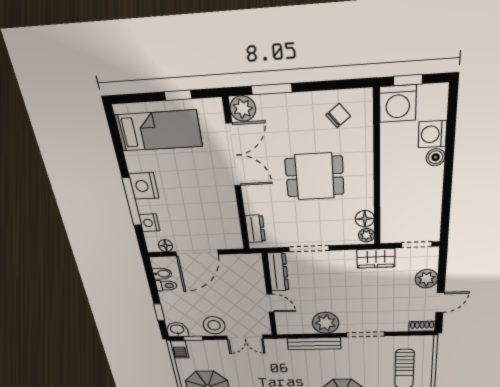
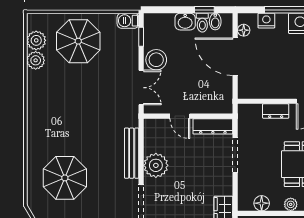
dresser: (255, 229) -> (276, 111), moved
plant: (366, 235) -> (291, 204), moved
door: (270, 303) -> (180, 116), hinge flipped
window: (159, 312) -> (204, 10), moved
washbasin: (177, 330) -> (185, 22), moved, turned 90
double door: (245, 337) -> (141, 88), swing flipped

